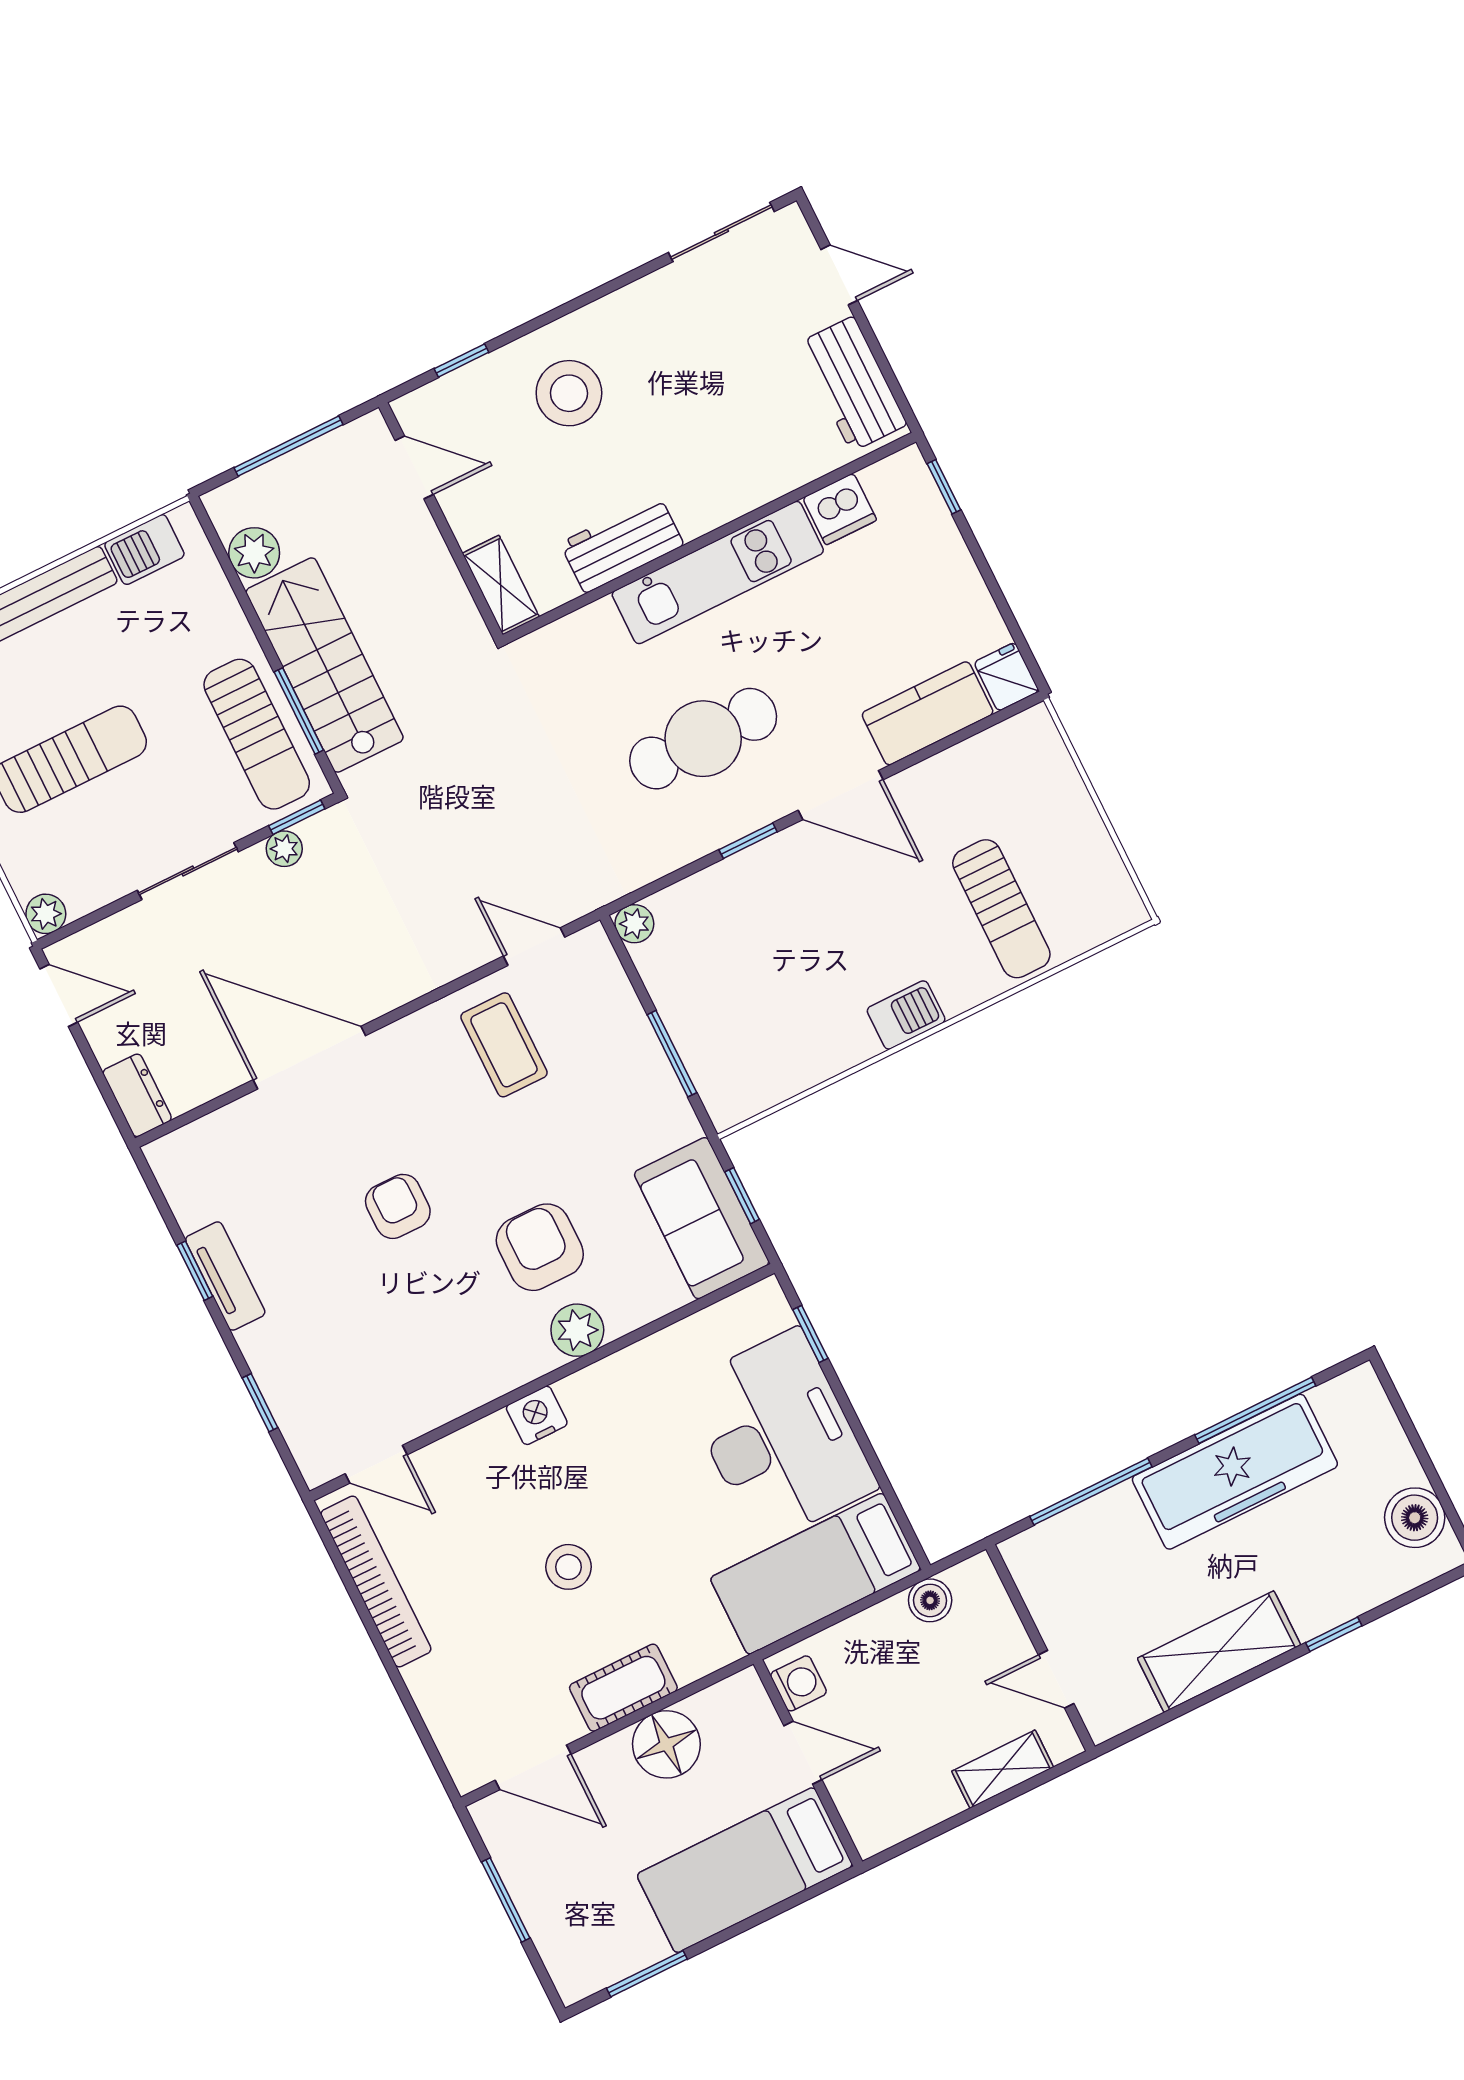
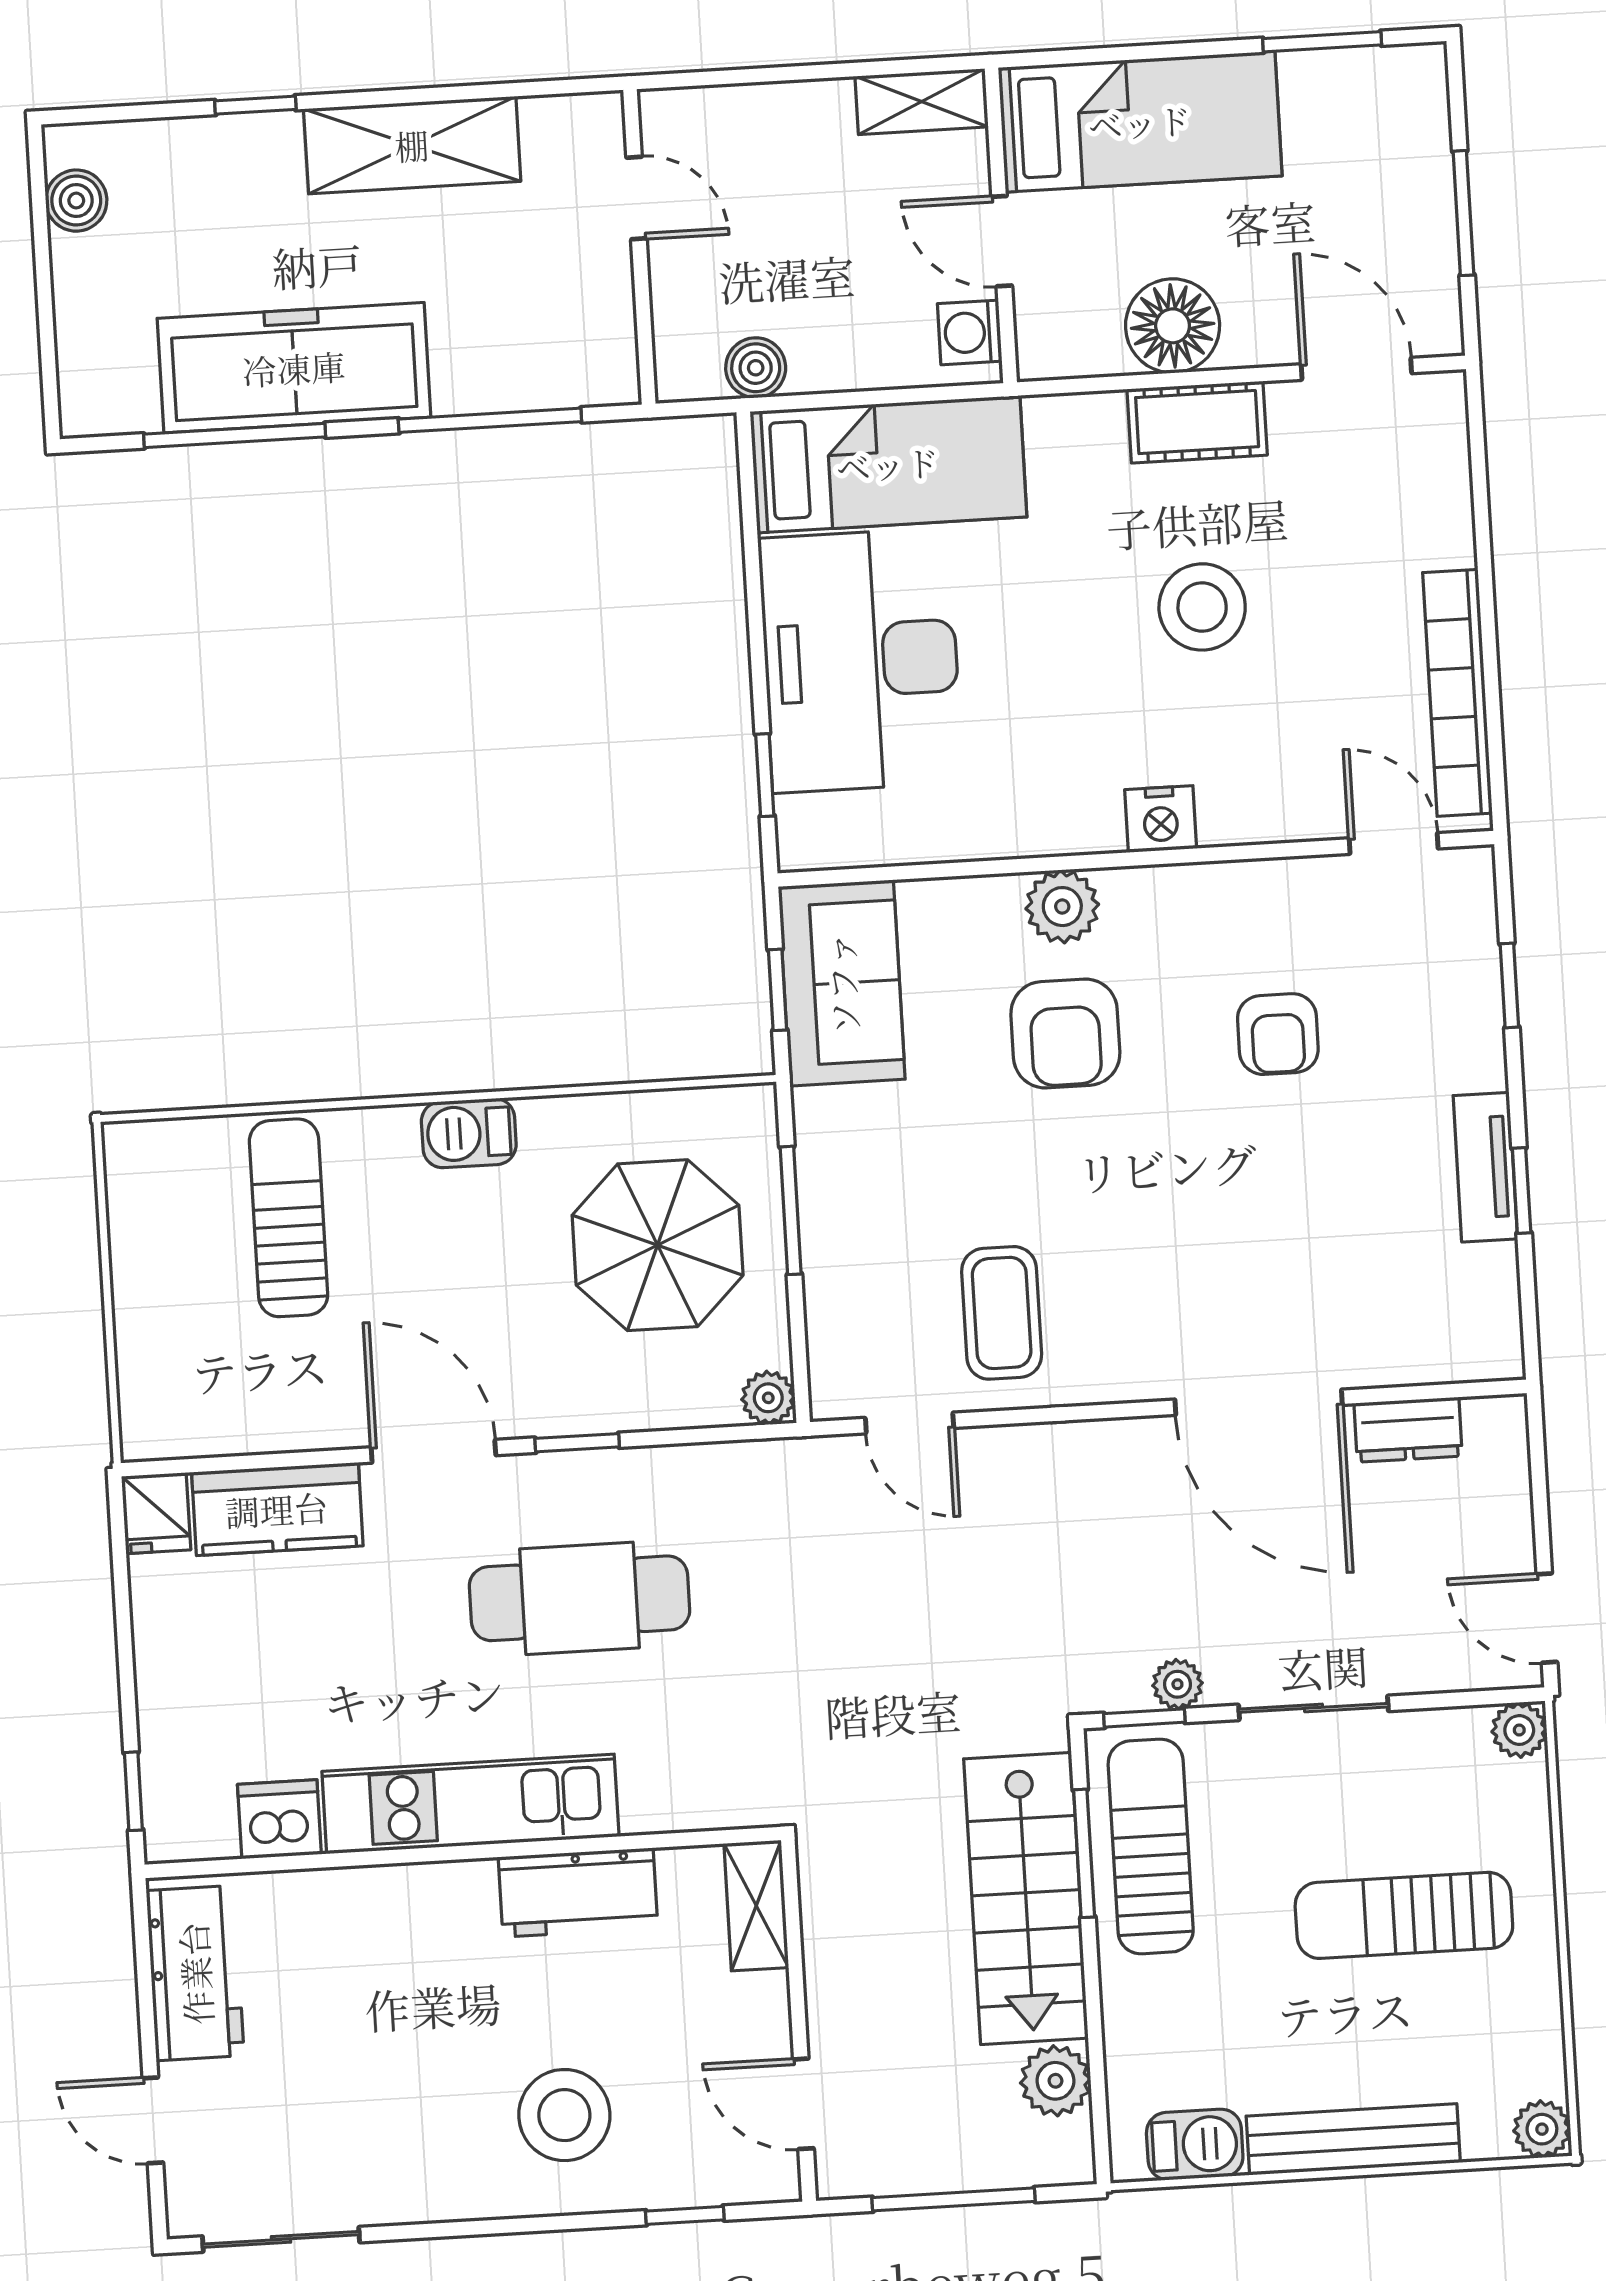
parasol: (750, 994) -> (658, 1245), added
dresser: (137, 1095) -> (1408, 1430), moved, turned -90
armchair: (398, 1206) -> (1278, 1034), moved
boiler: (1415, 1518) -> (76, 201), width x0.73, depth x0.73
stool: (569, 1567) -> (1202, 607), width x1.38, depth x1.38
shelving: (1003, 1769) -> (922, 102), moved

